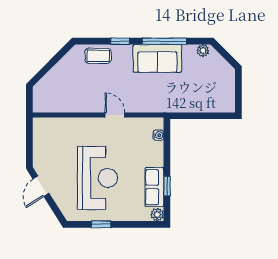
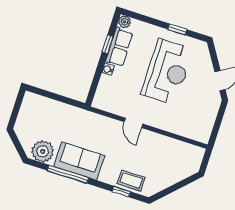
window: (120, 41) -> (121, 192), moved
plant: (203, 51) -> (43, 151), width x1.88, depth x1.88
water cooler: (158, 135) -> (108, 69), moved
reception desk: (98, 178) -> (167, 72), turned 180

